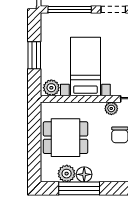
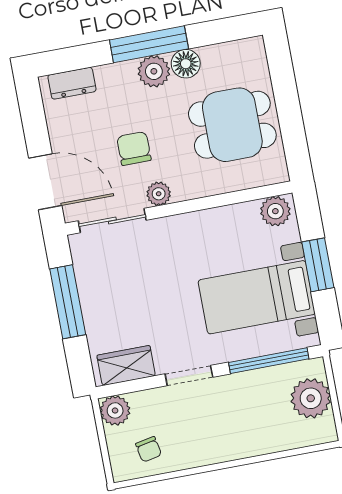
bed with nightstands: (85, 66) -> (257, 297), moved, turned 90
plant: (67, 174) -> (154, 71), moved
window: (79, 188) -> (149, 44), moved

